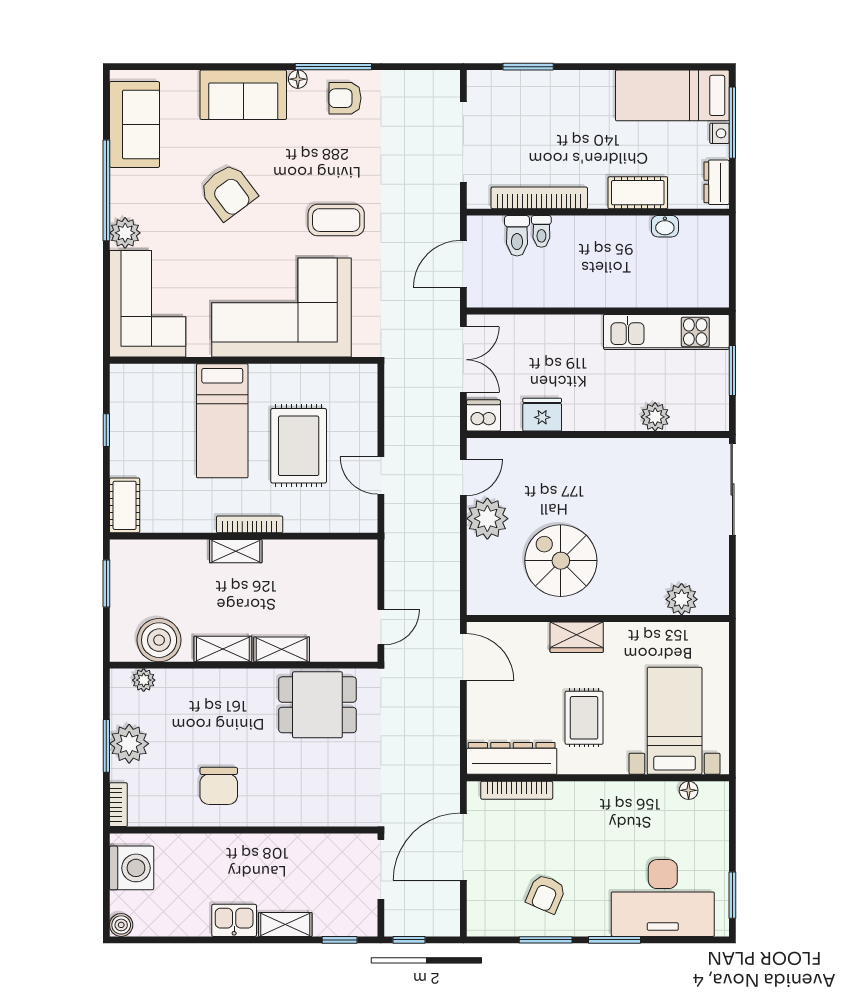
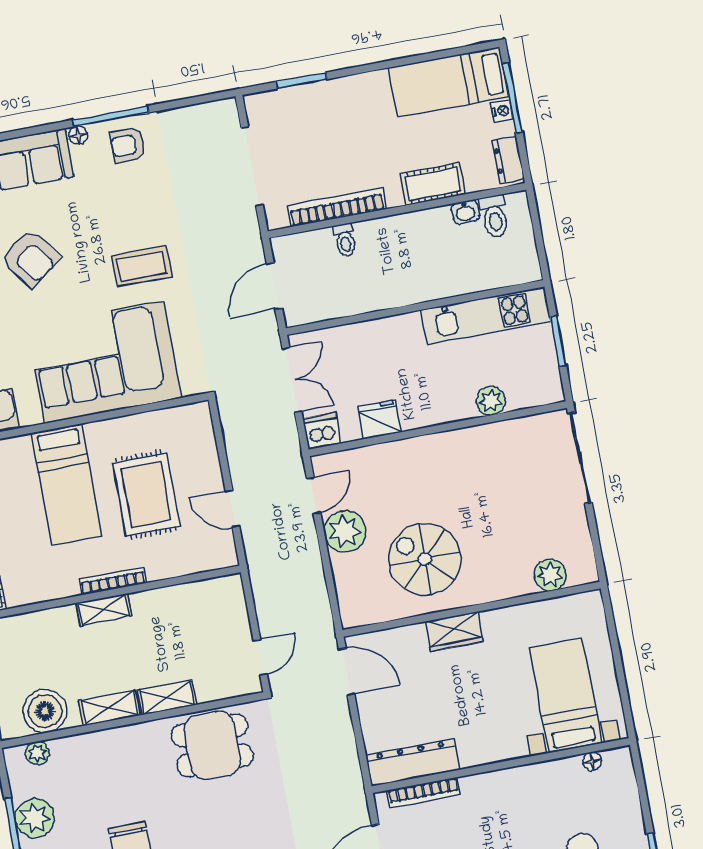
toilet: (517, 236) -> (495, 216), moved
rug: (584, 718) -> (476, 709), removed

